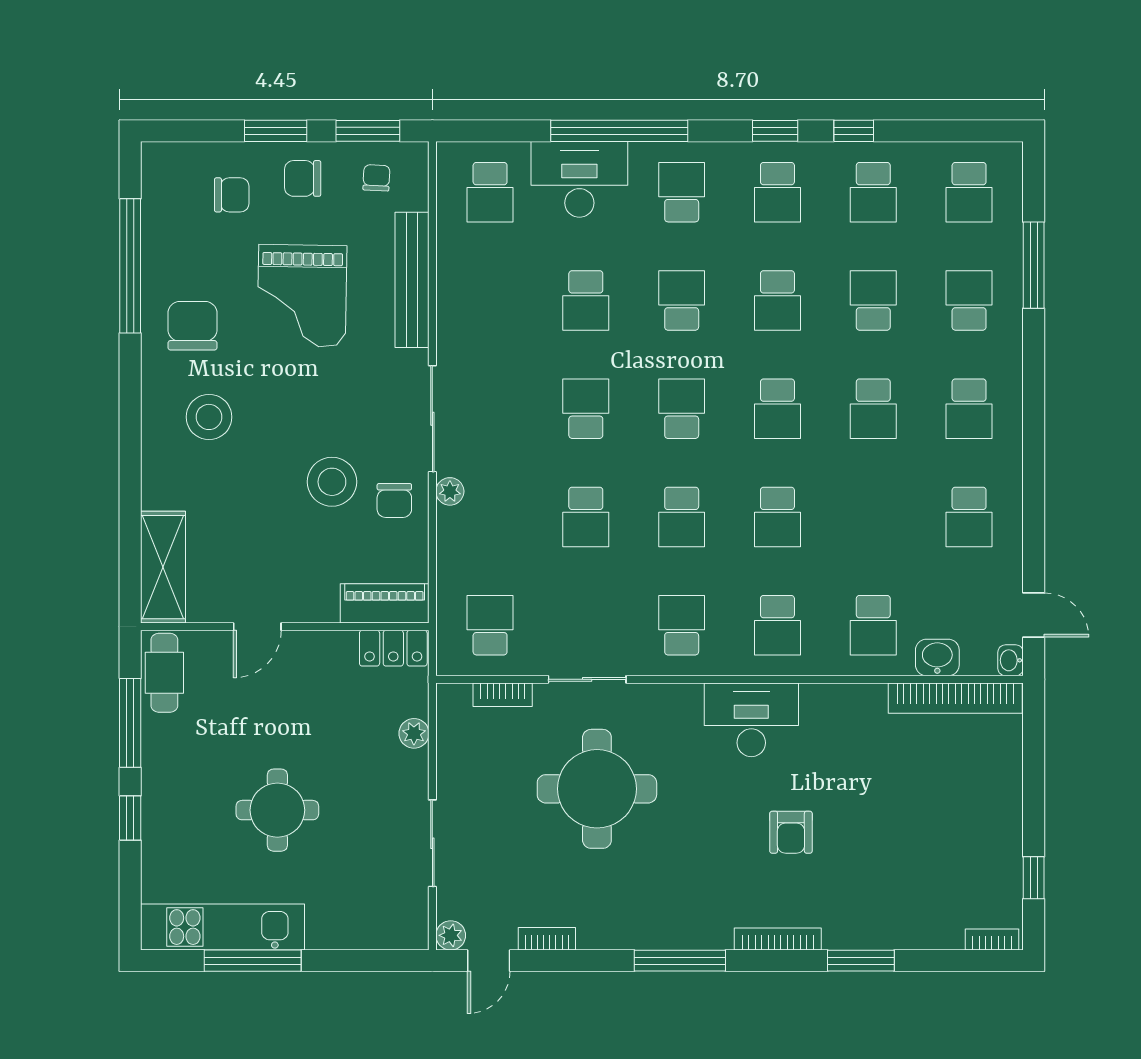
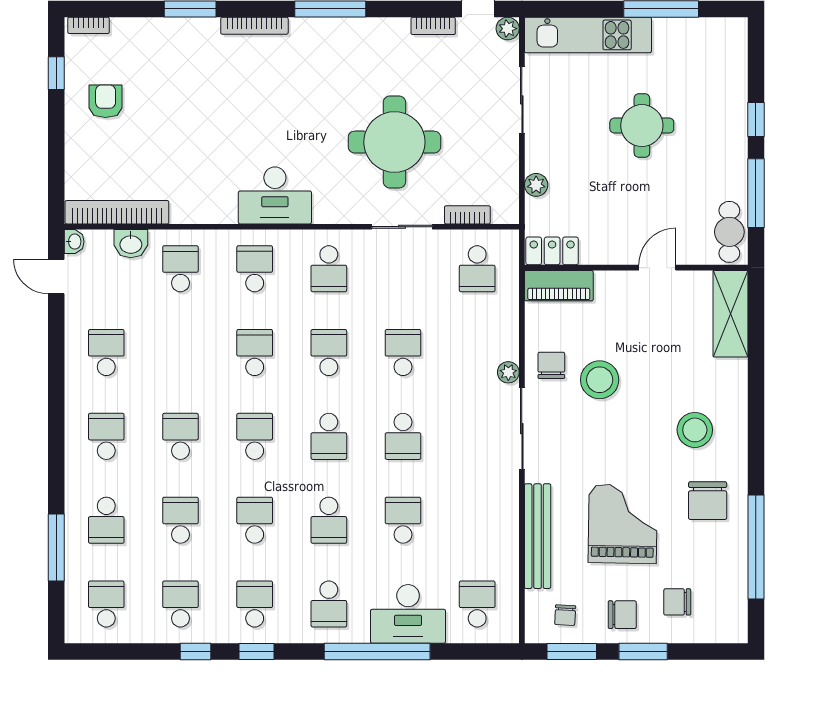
school desk: (873, 300) -> (180, 520), turned 180
armchair: (791, 832) -> (106, 101), moved
kitchen unit: (222, 927) -> (588, 35), moved

